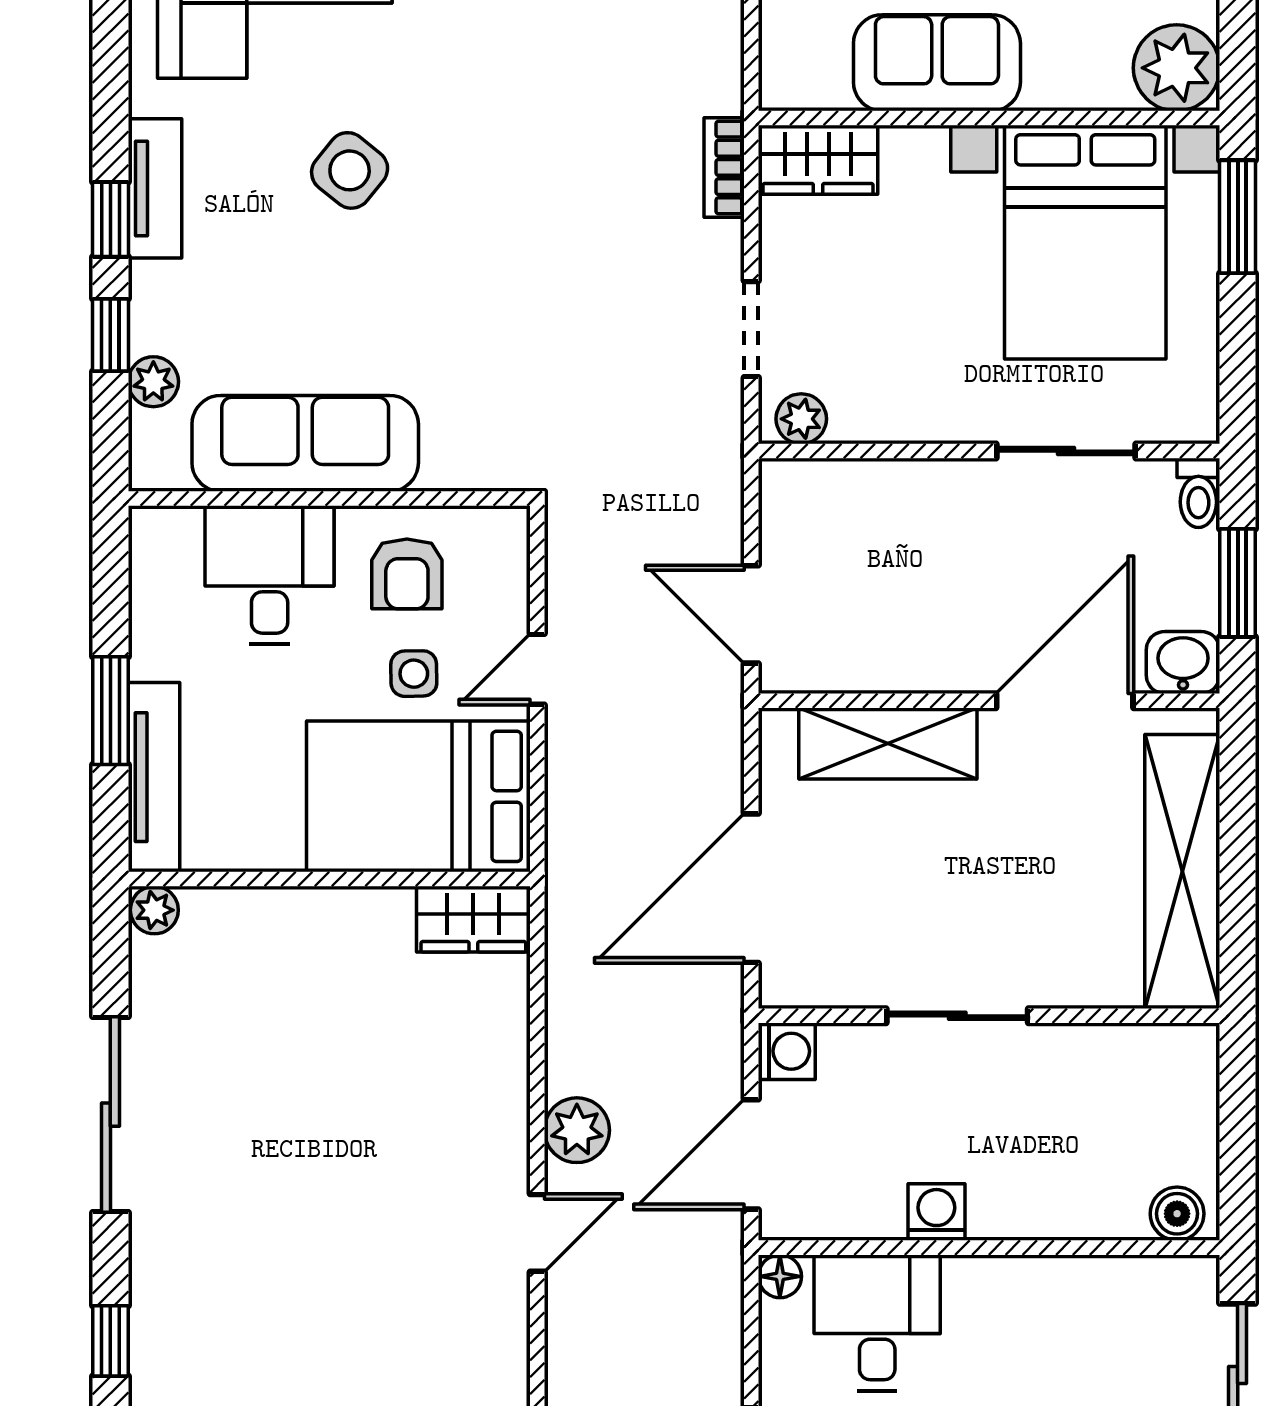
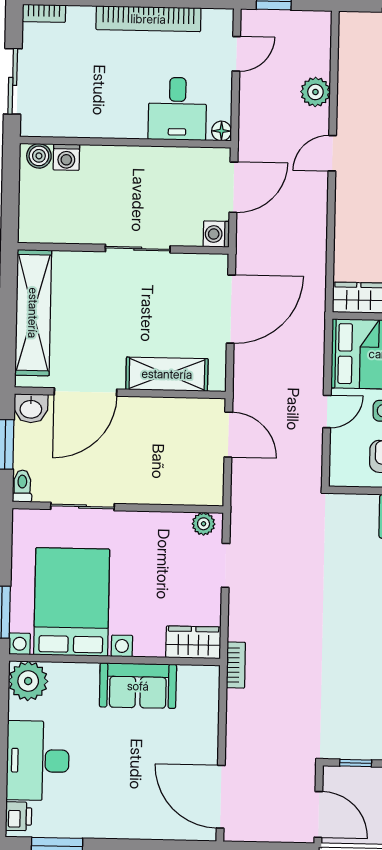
bookcase: (724, 167) -> (236, 665), moved
plant: (577, 1130) -> (315, 92), moved
washing machine: (936, 1212) -> (66, 157), moved

